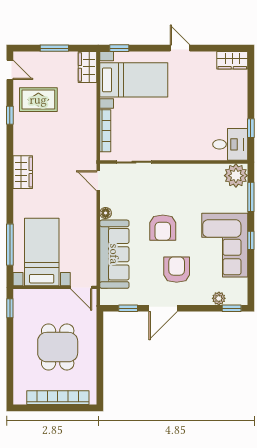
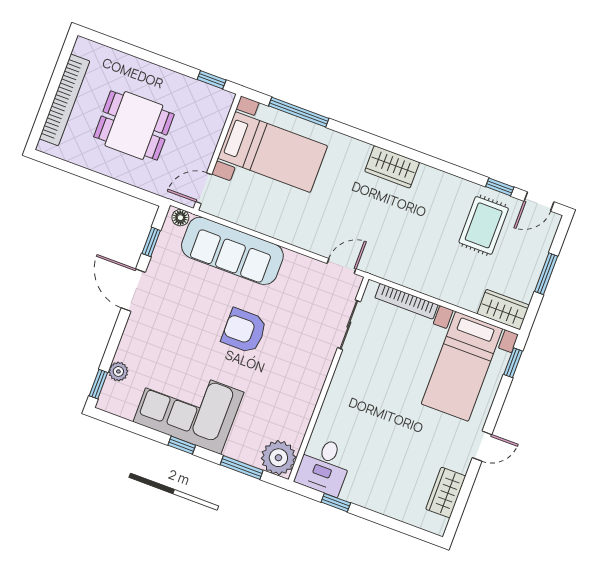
wardrobe: (232, 60) -> (446, 493), moved
window: (10, 115) -> (500, 187), moved
floor lamp: (106, 213) -> (180, 218), moved
armchair: (177, 270) -> (179, 328), removed

